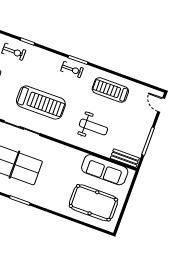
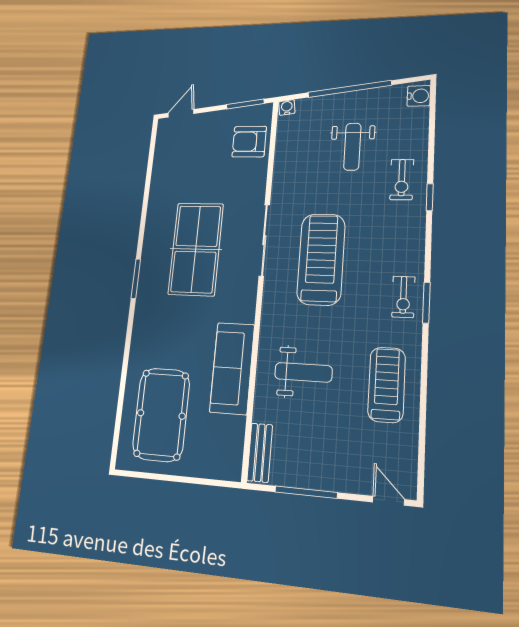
treadmill: (41, 103) -> (321, 259), turned 180
door: (161, 105) -> (388, 501), hinge flipped
weight bench: (93, 127) -> (303, 372), turned -90
sofa: (105, 170) -> (232, 368), moved

